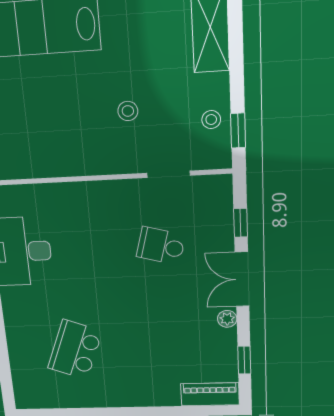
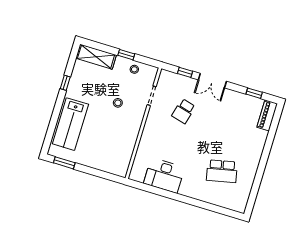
window: (238, 131) -> (126, 55), moved
plant: (227, 319) -> (230, 94), removed
school desk: (75, 350) -> (222, 171), turned -33

